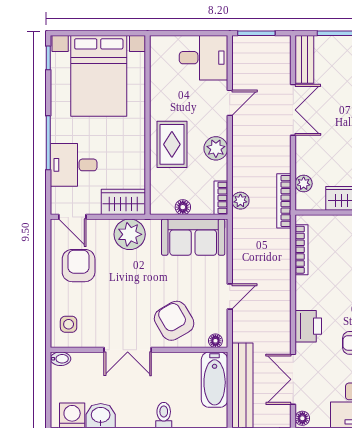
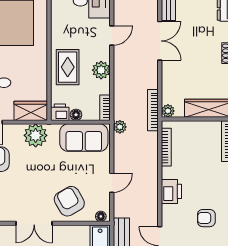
plant: (304, 184) -> (168, 111), moved
plant: (240, 201) -> (120, 127), moved
printer: (162, 204) -> (60, 112), added
printer: (308, 326) -> (171, 191), moved

